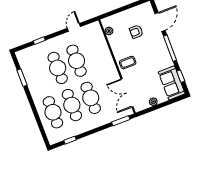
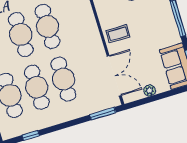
double door: (127, 93) -> (114, 76), swing flipped

